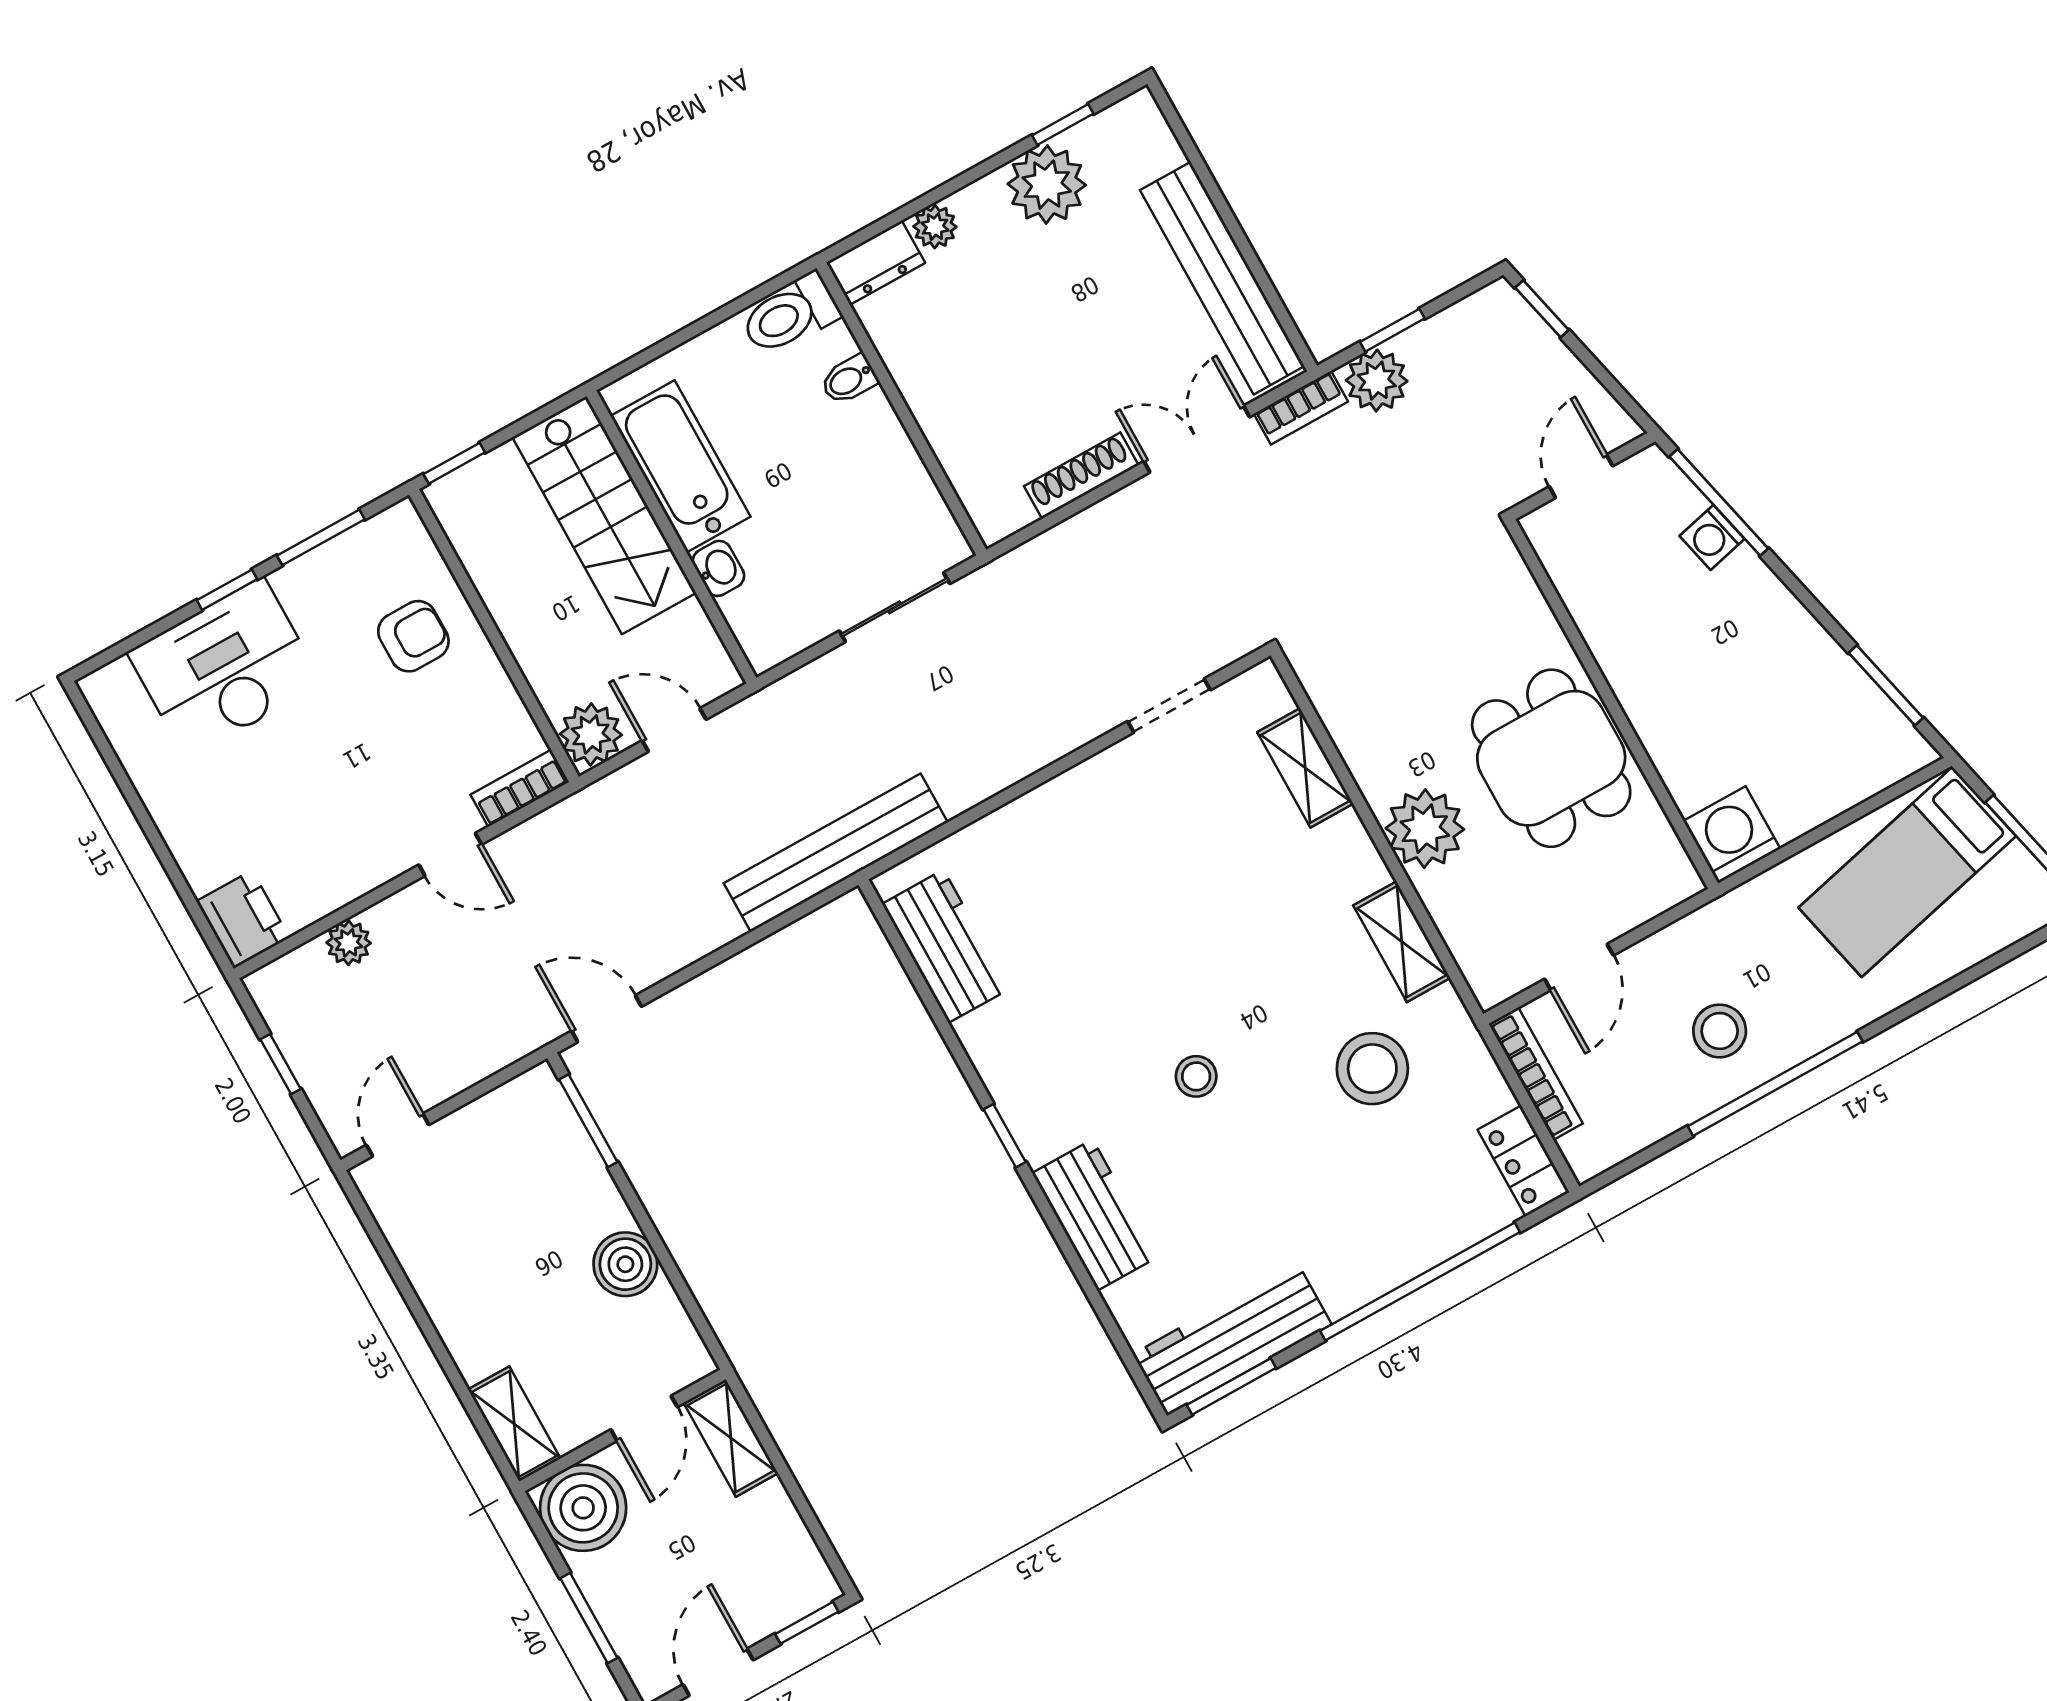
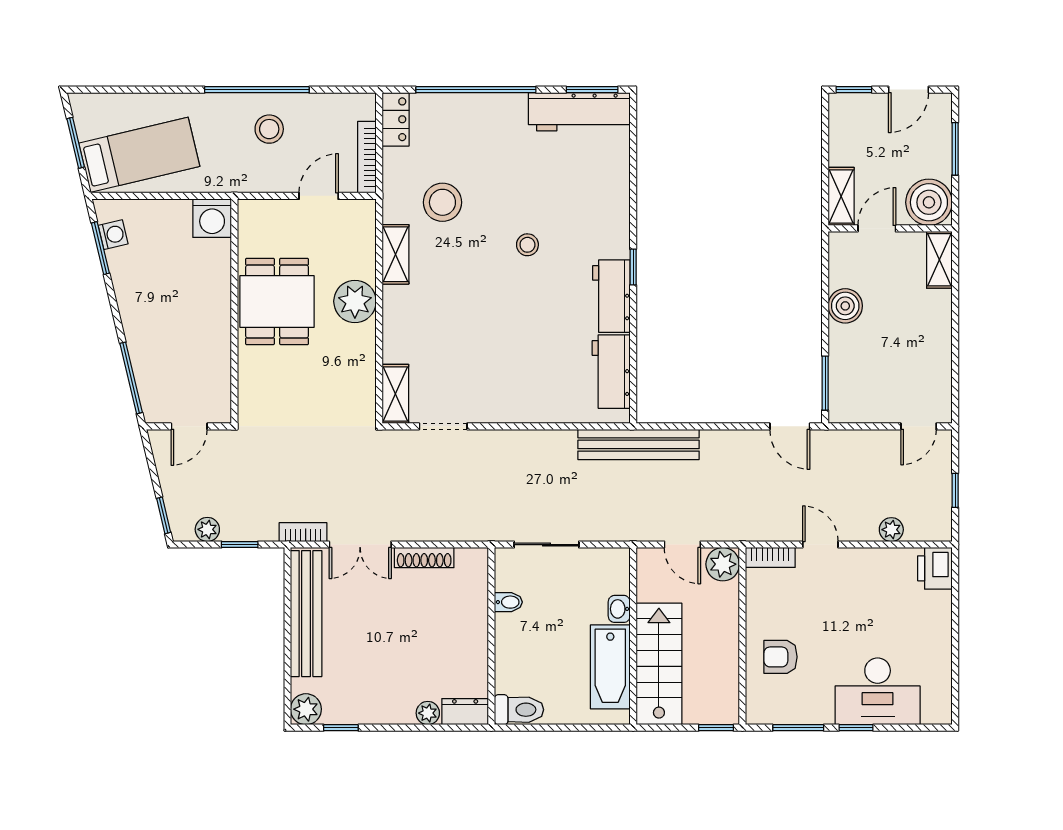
plant: (1047, 185) -> (306, 709), moved, width x0.73, depth x0.73
bidet: (849, 379) -> (508, 602), moved
plant: (1377, 381) -> (207, 529), moved, width x0.73, depth x0.73
washing machine: (1712, 537) -> (113, 235), moved
shelving: (1305, 768) -> (395, 394), moved
workbench: (1095, 1215) -> (611, 296), moved

